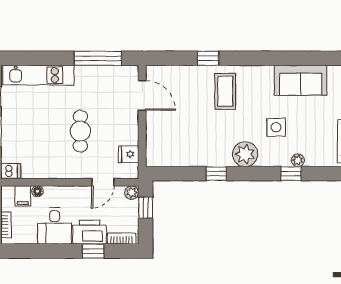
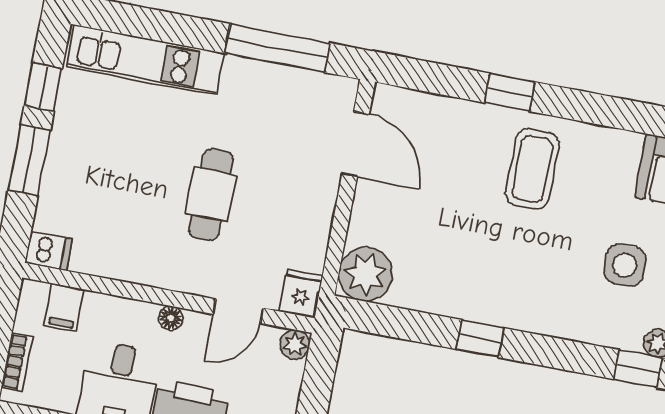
fridge: (129, 154) -> (301, 294), moved, turned 90
plant: (245, 154) -> (366, 274), moved
floor lamp: (37, 191) -> (171, 318), moved
window: (146, 208) -> (318, 382), removed

